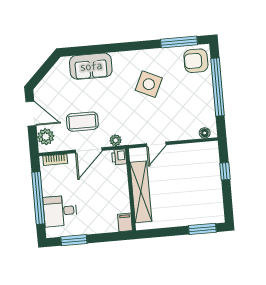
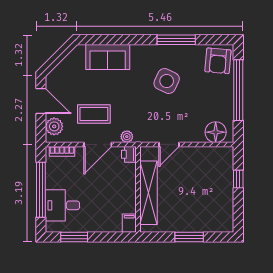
window: (179, 42) -> (176, 40), moved
armchair: (196, 61) -> (218, 61), turned -85
floor lamp: (205, 133) -> (216, 132), width x1.89, depth x1.89
window: (202, 229) -> (189, 237), moved

